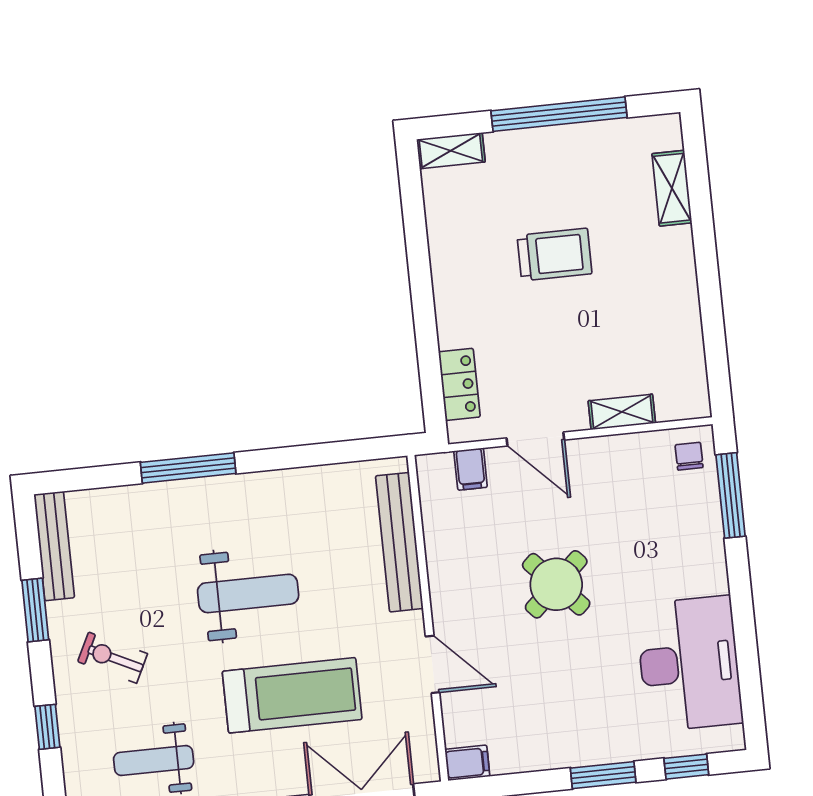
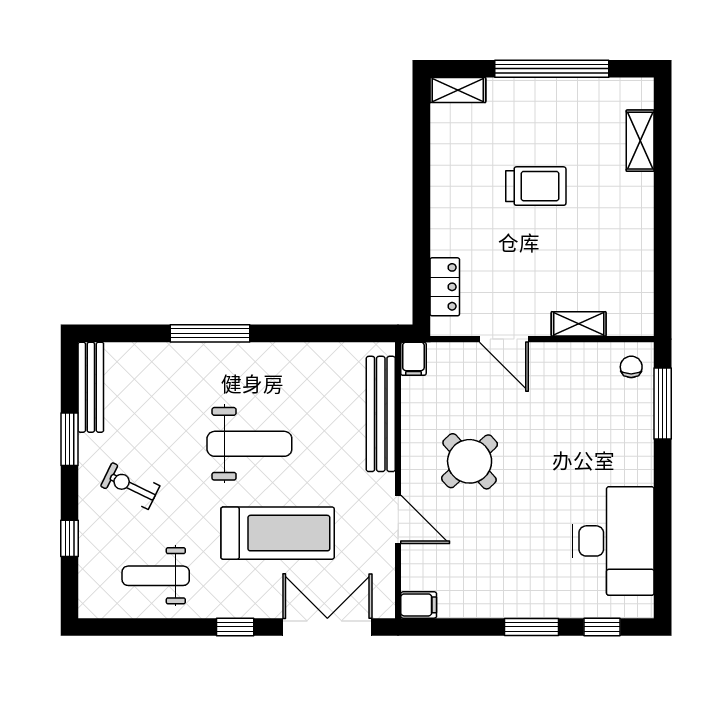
filing cabinet: (471, 469) -> (413, 359), moved
round table: (556, 584) -> (470, 461), moved

